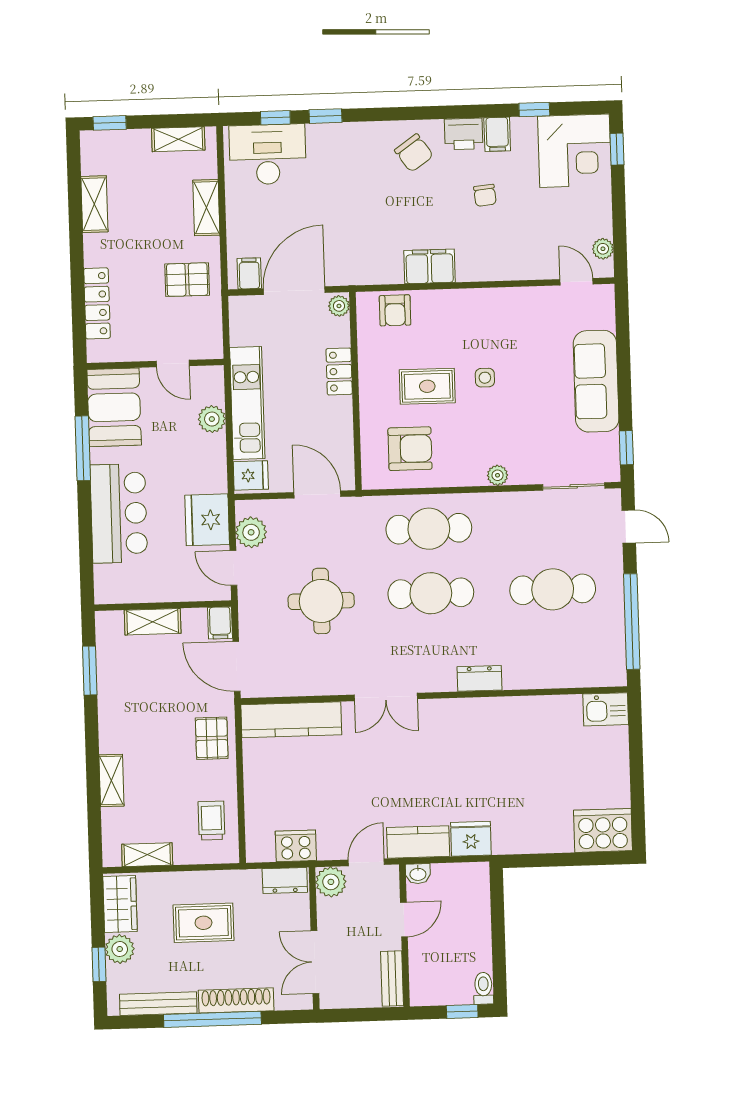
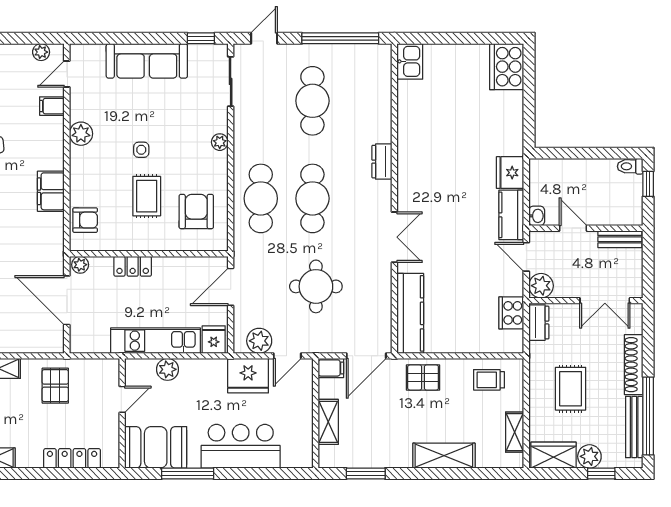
filing cabinet: (249, 273) -> (52, 106), moved
plant: (503, 302) -> (81, 134), added
shelving: (111, 780) -> (444, 456), width x1.50, depth x1.33
window: (212, 1019) -> (648, 416), moved

